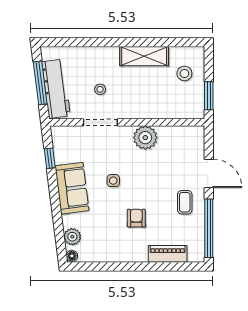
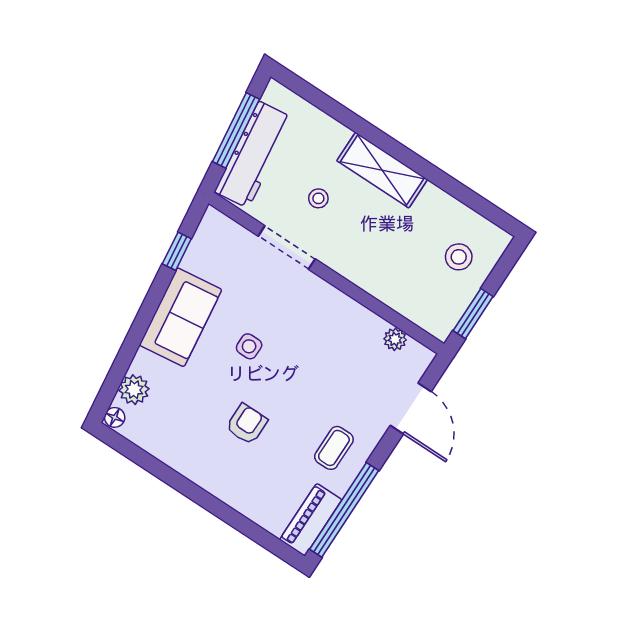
shelving: (144, 56) -> (382, 170), moved
plant: (145, 138) -> (395, 339), moved, width x0.53, depth x0.53
door: (209, 173) -> (411, 408), moved
piano: (168, 254) -> (311, 520), moved, turned -90

